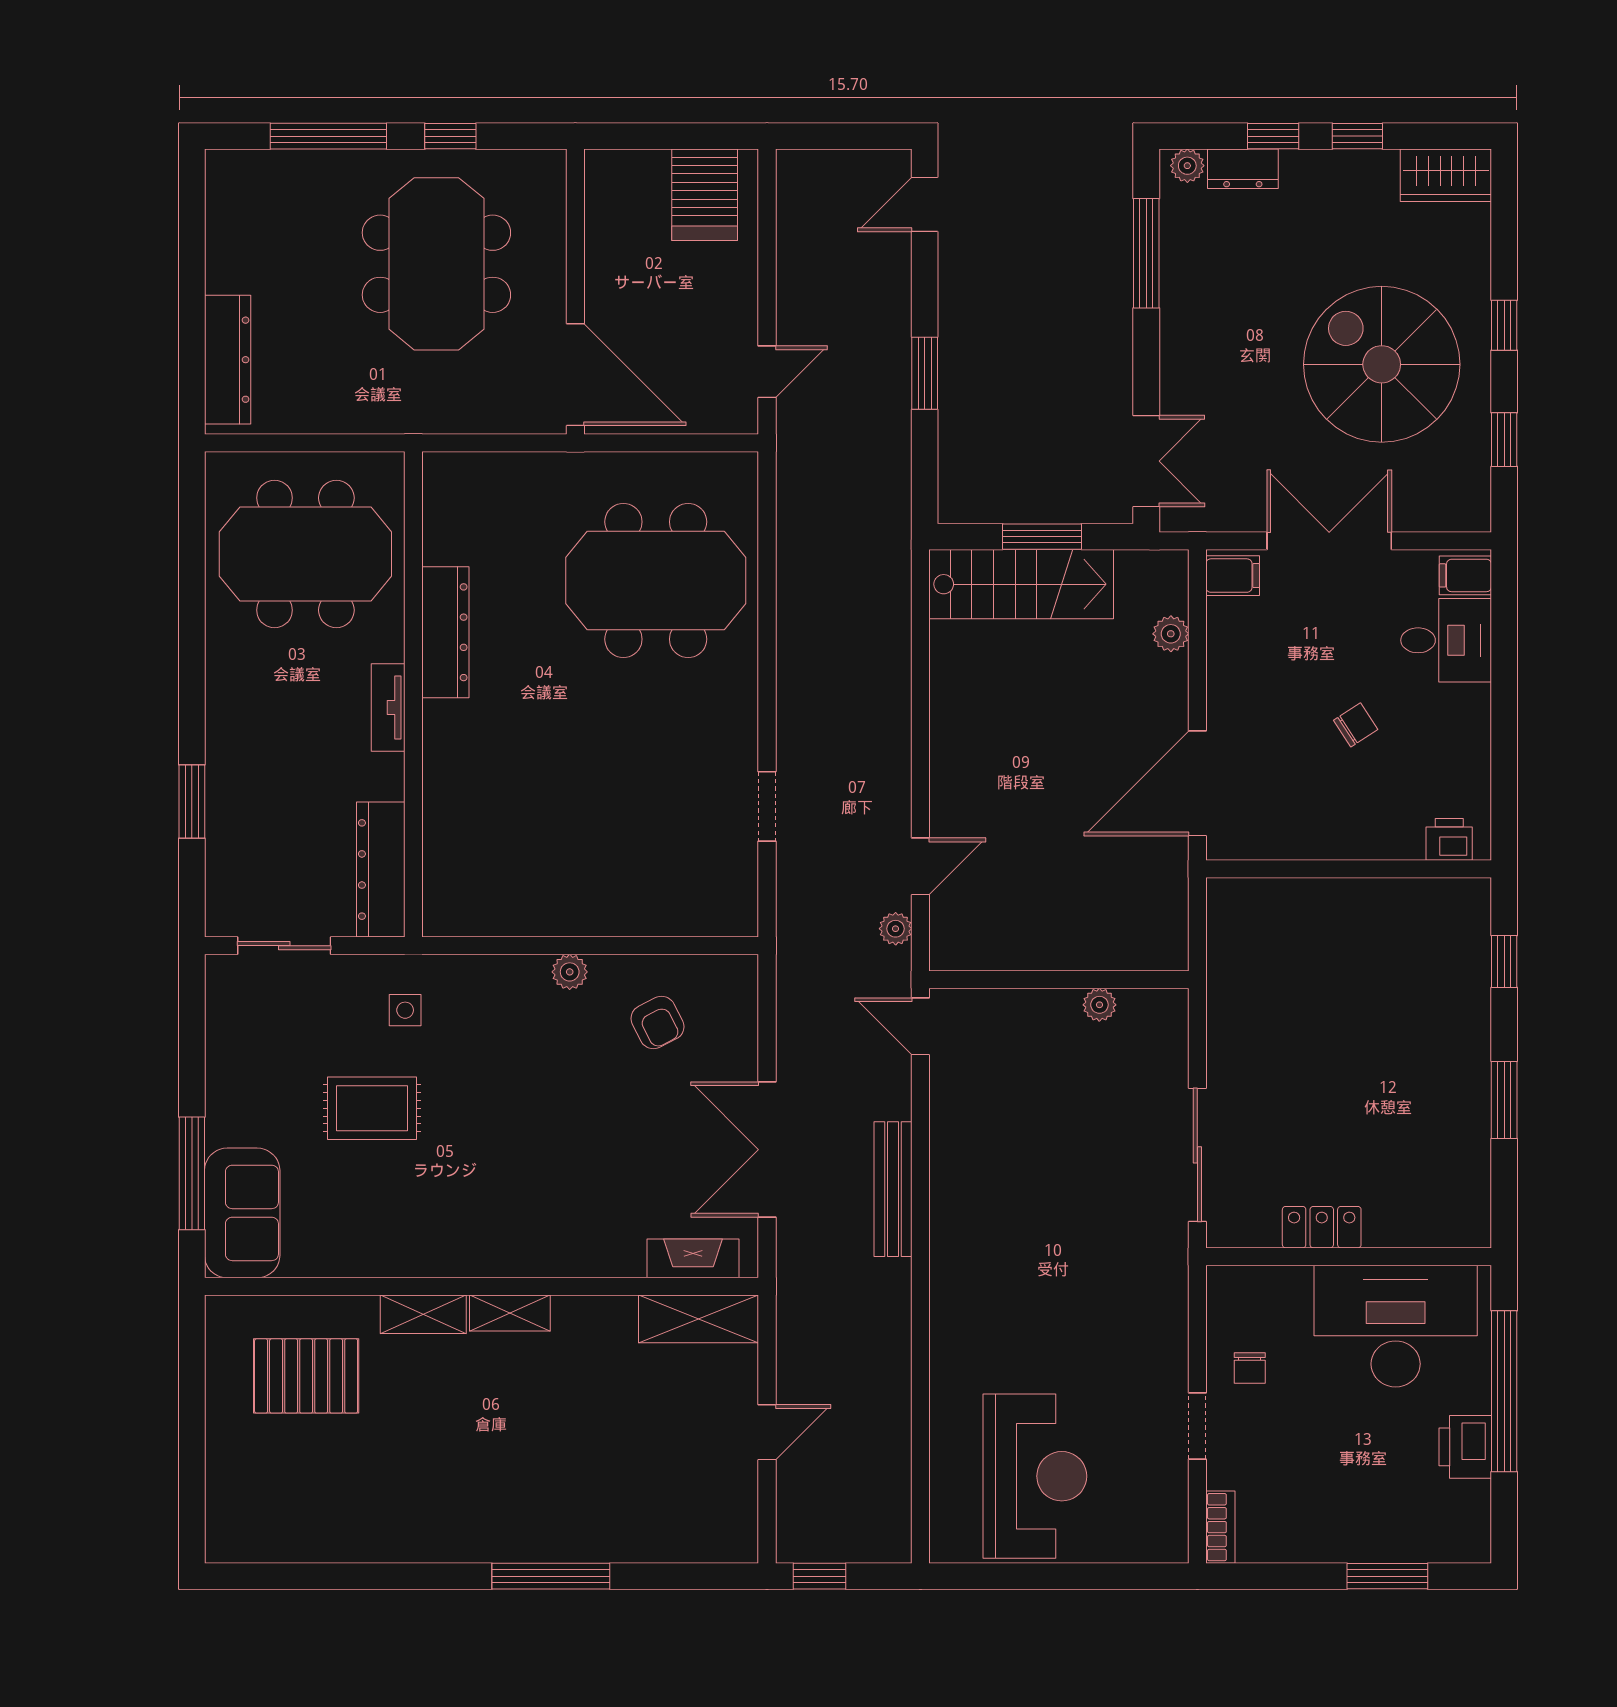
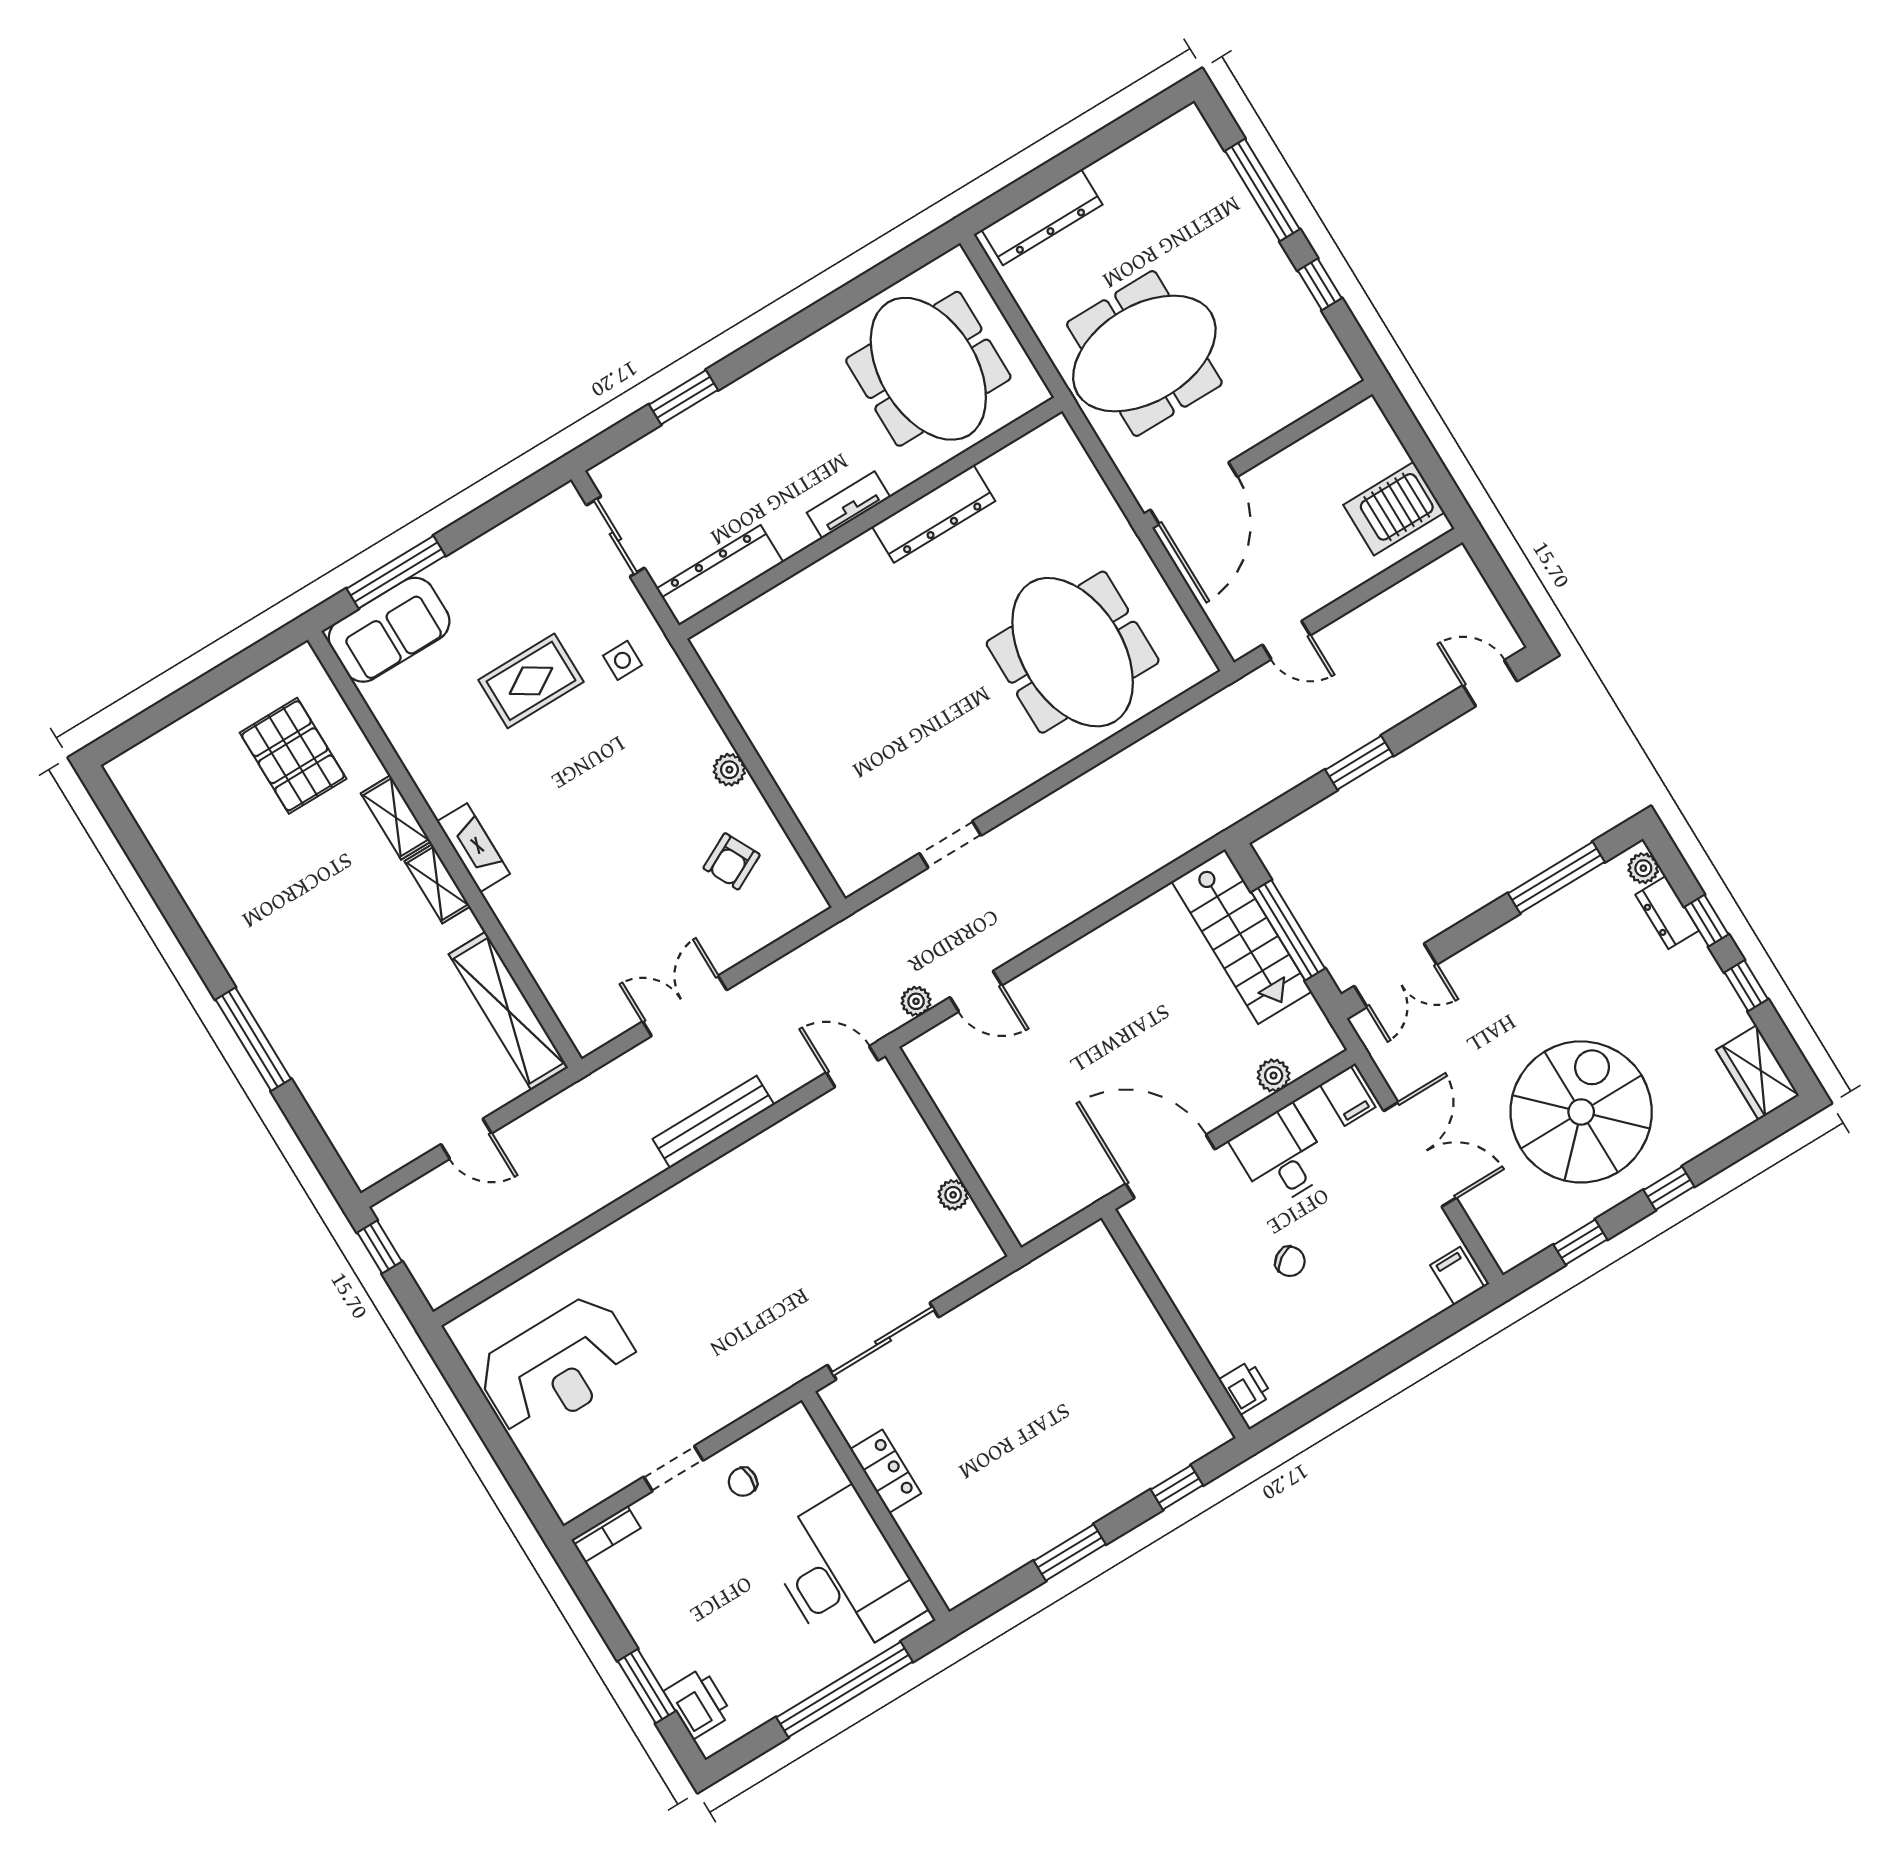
meeting table: (436, 264) -> (1144, 353), moved
window: (1042, 537) -> (1288, 930), width x1.44
desk: (1446, 640) -> (1281, 1156), moved, turned 180
door: (920, 1026) -> (852, 1067), hinge flipped
rug: (372, 1108) -> (531, 681), turned 90
double door: (767, 1150) -> (685, 1006), width x0.73
fireplace: (693, 1258) -> (473, 848), moved
shelving: (699, 1319) -> (508, 1011), width x1.47
printer: (1465, 1447) -> (698, 1703), moved, turned 90

